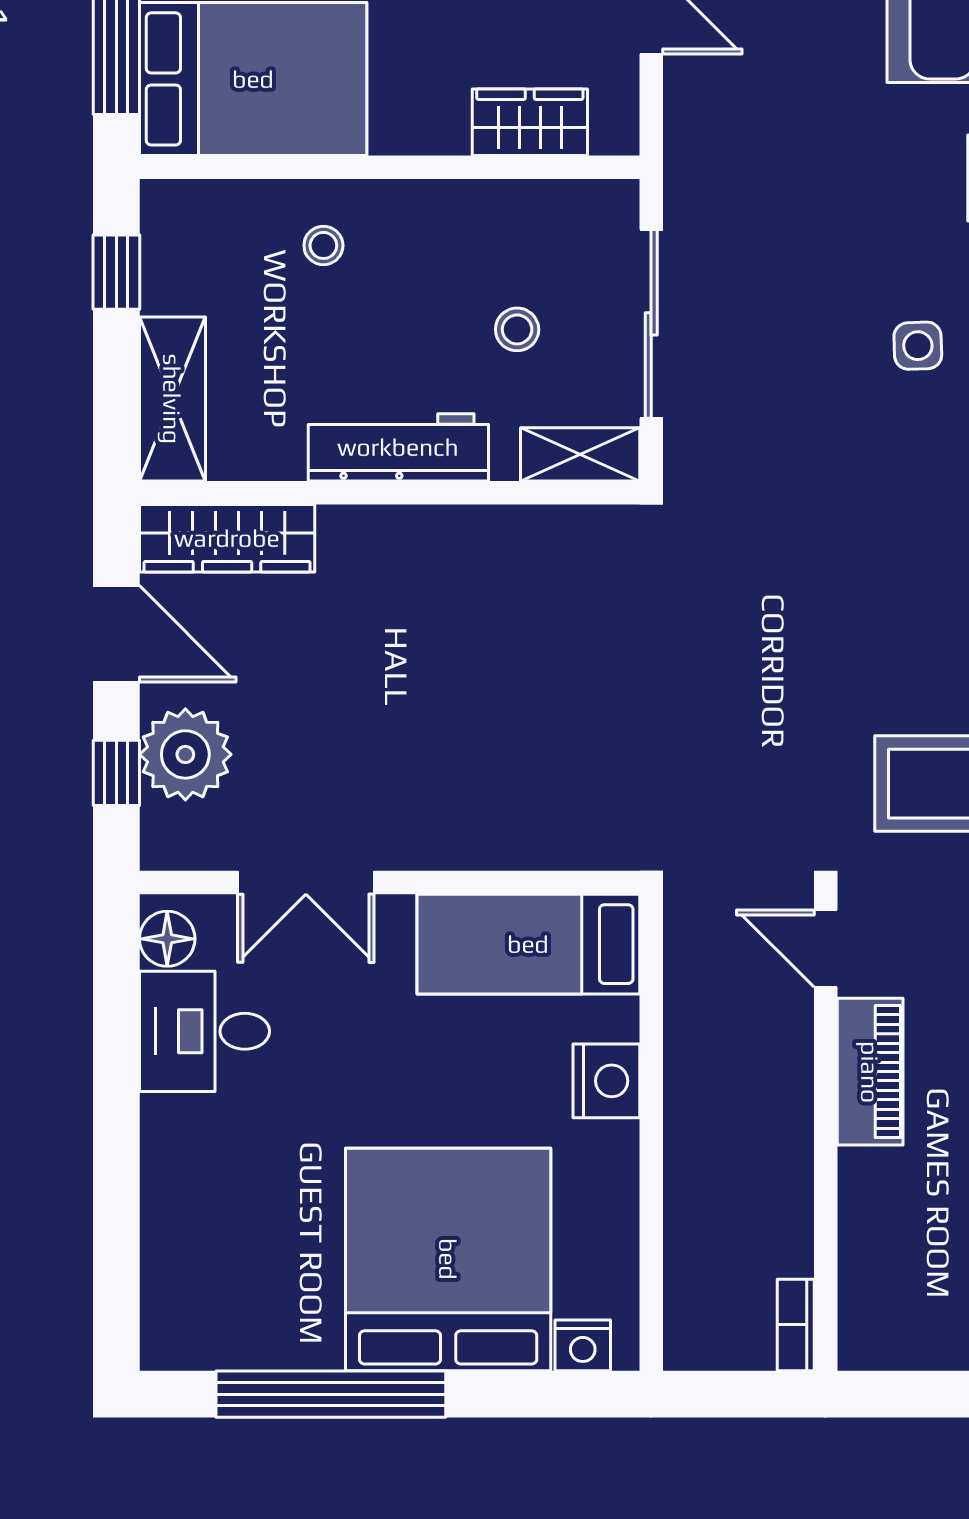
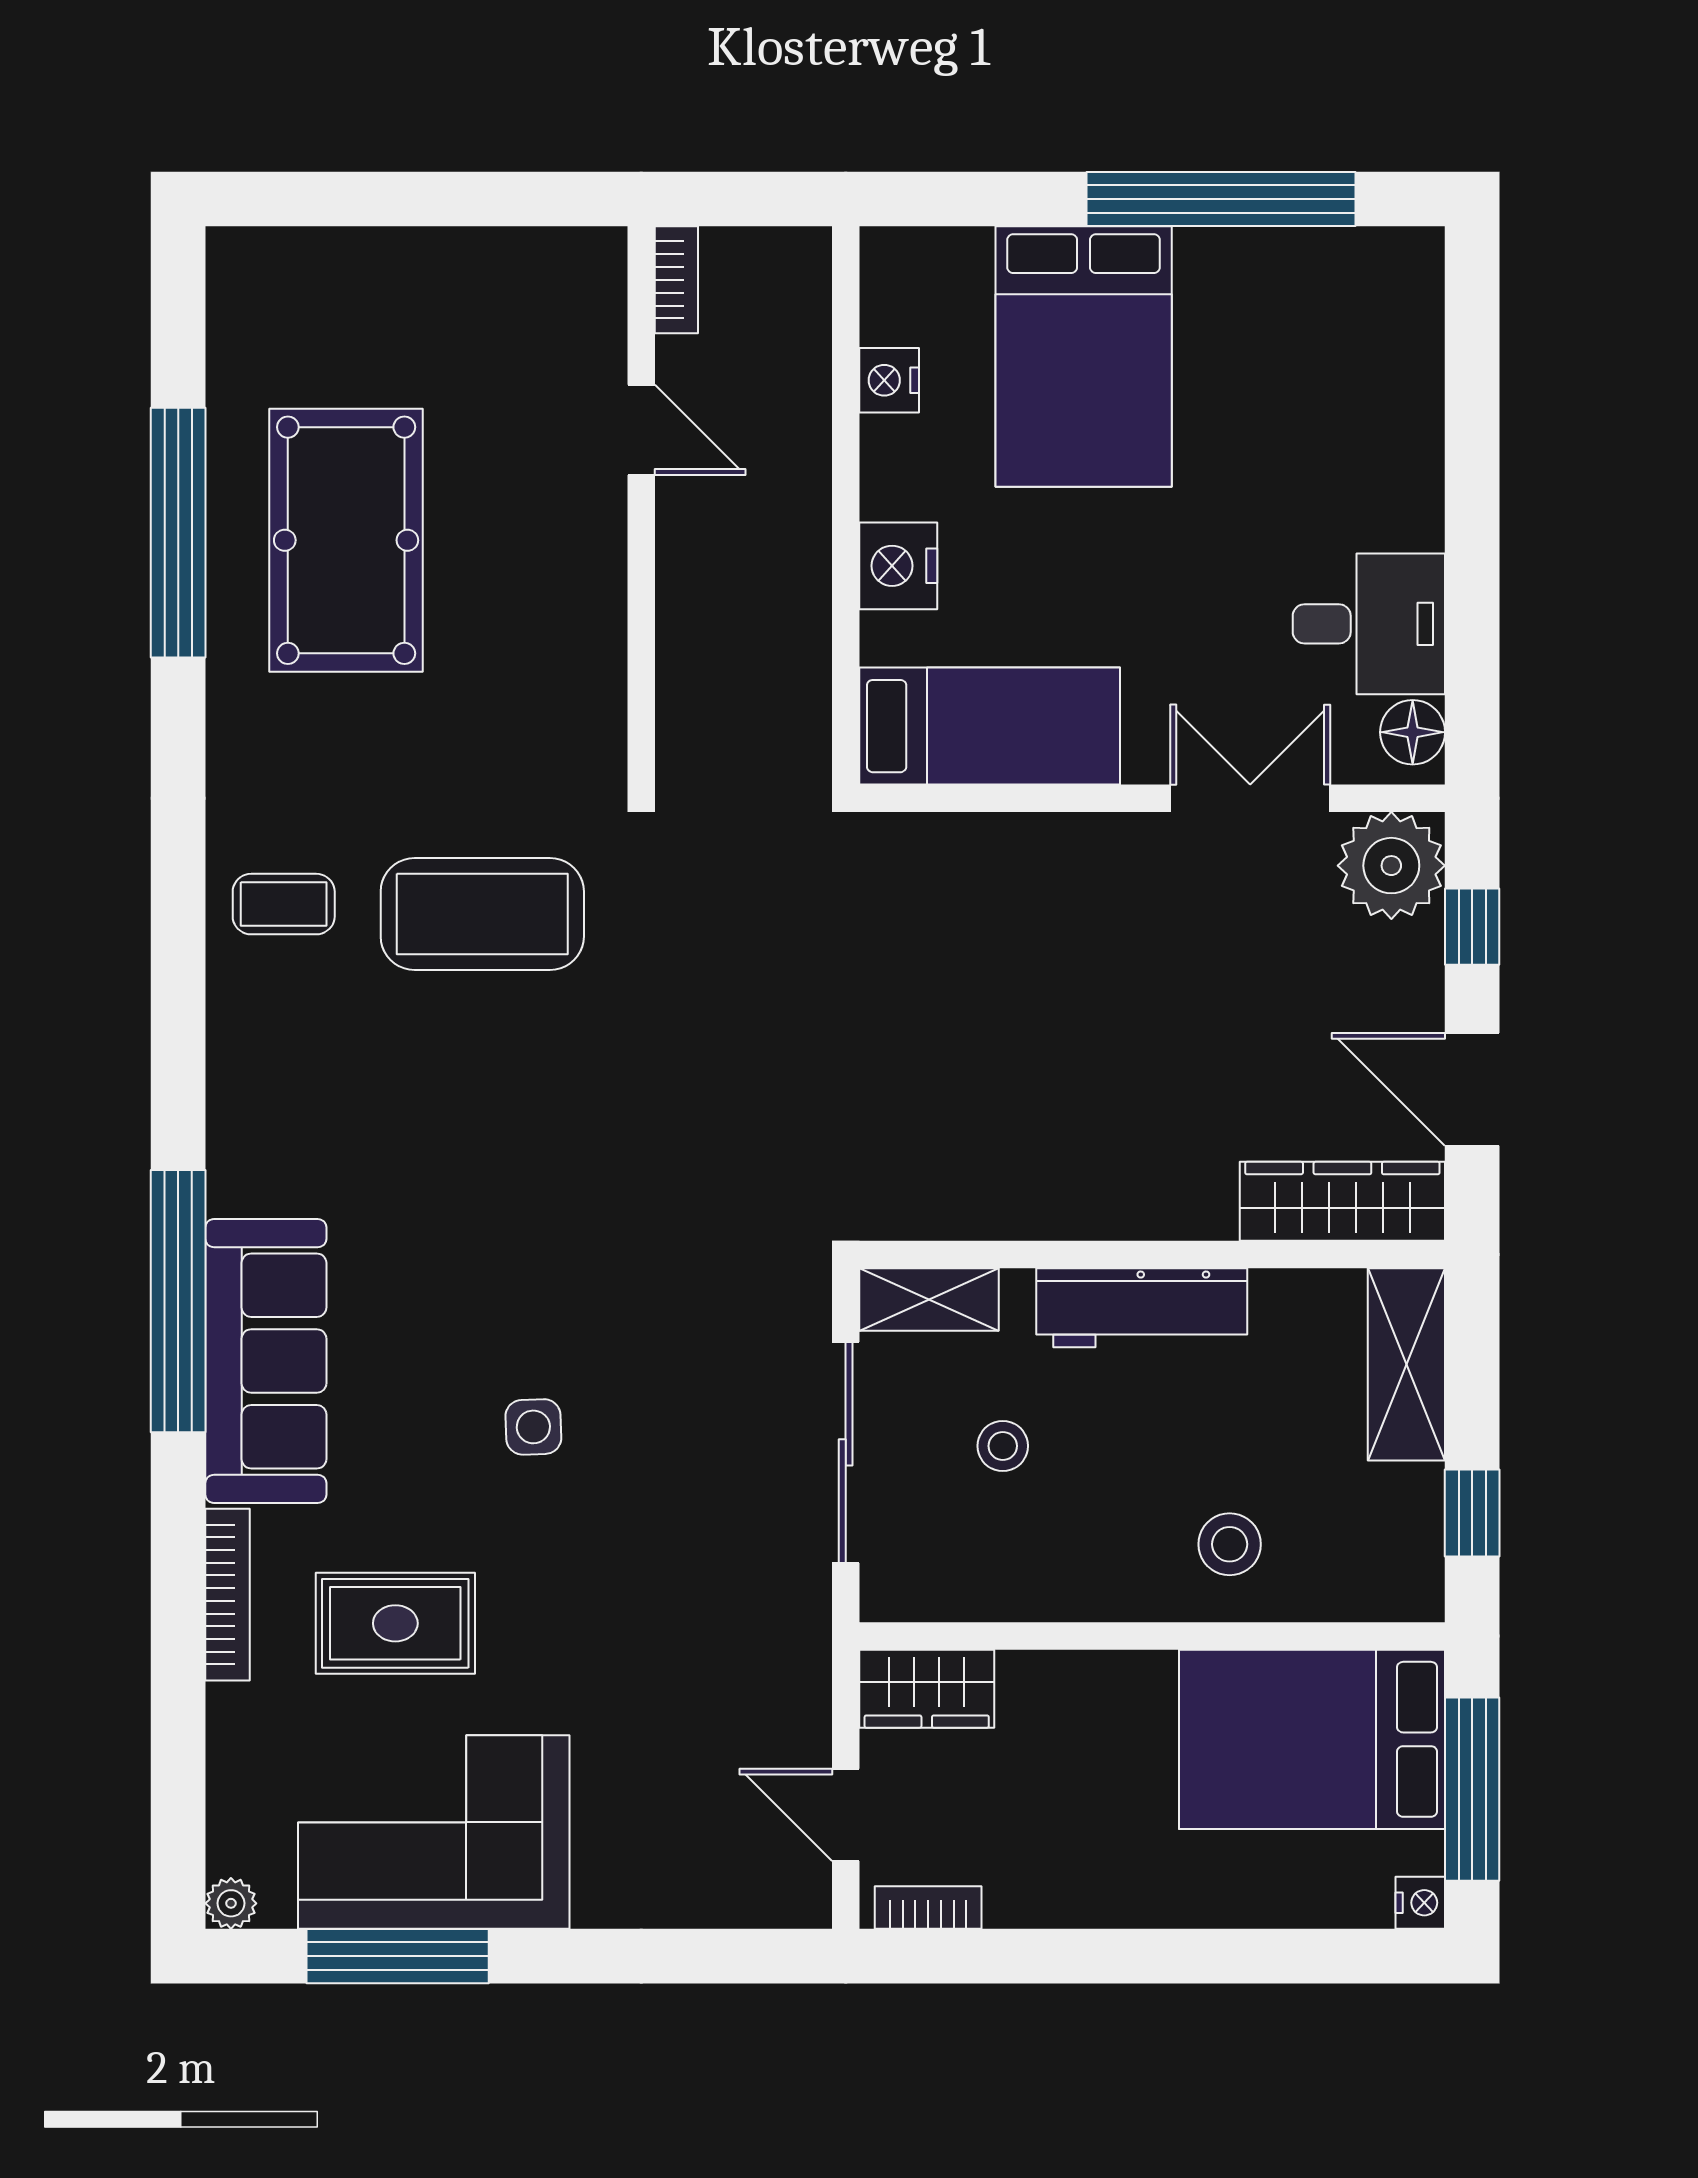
wardrobe: (530, 122) -> (927, 1689), moved
stool: (323, 245) -> (1230, 1544), width x1.37, depth x1.37
plant: (185, 754) -> (1391, 866), moved
door: (826, 948) -> (641, 430), moved
piano: (870, 1072) -> (589, 577), removed
bed: (448, 1259) -> (1084, 357), width x0.73
nightstand: (583, 1345) -> (889, 380), moved, turned -90

